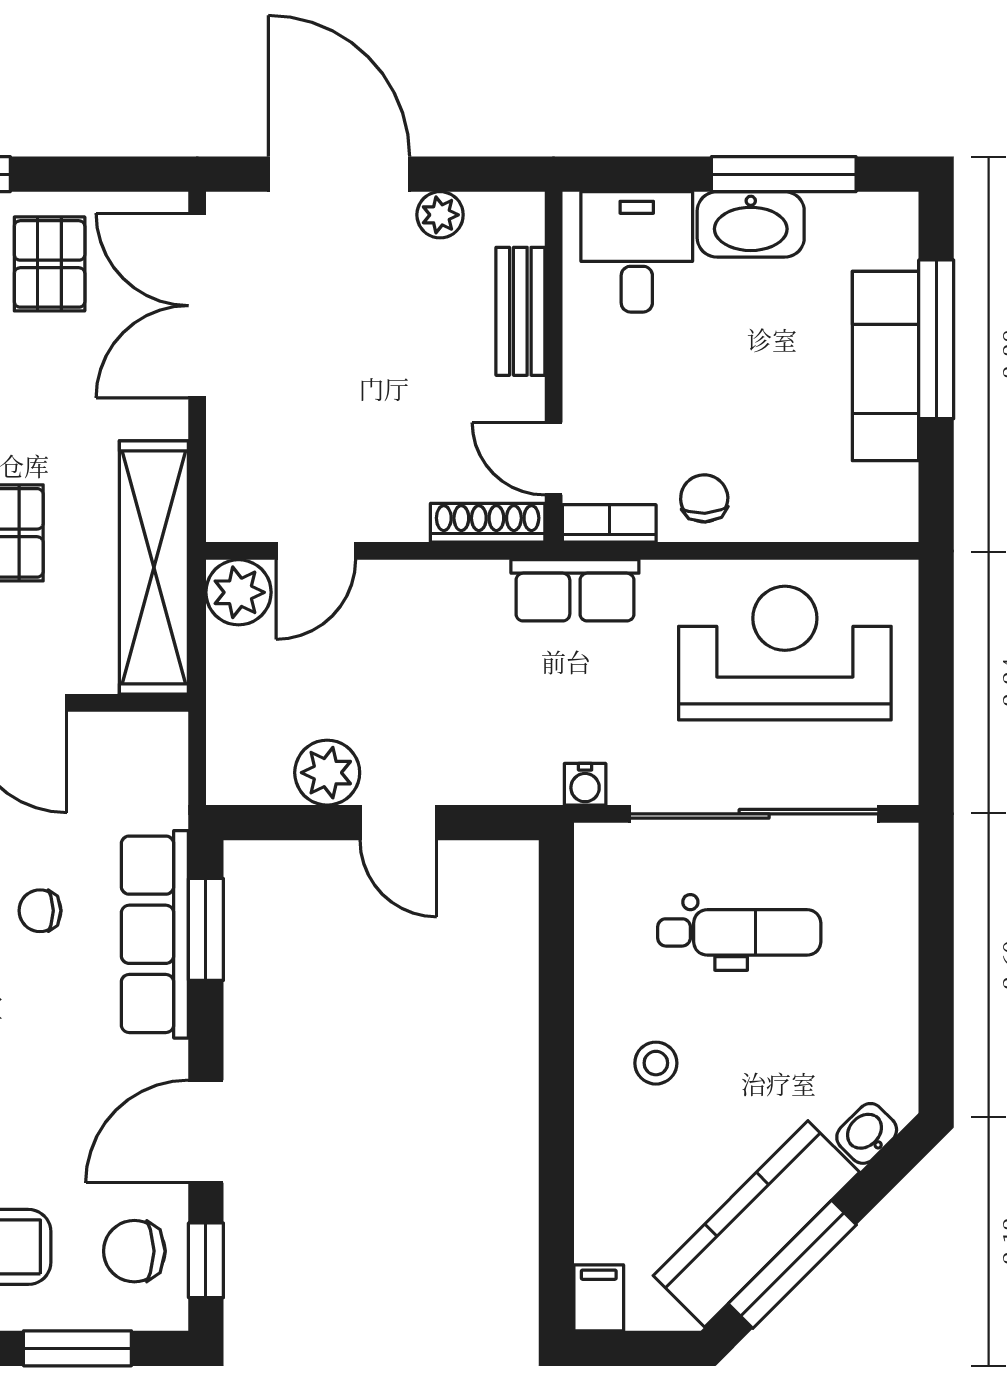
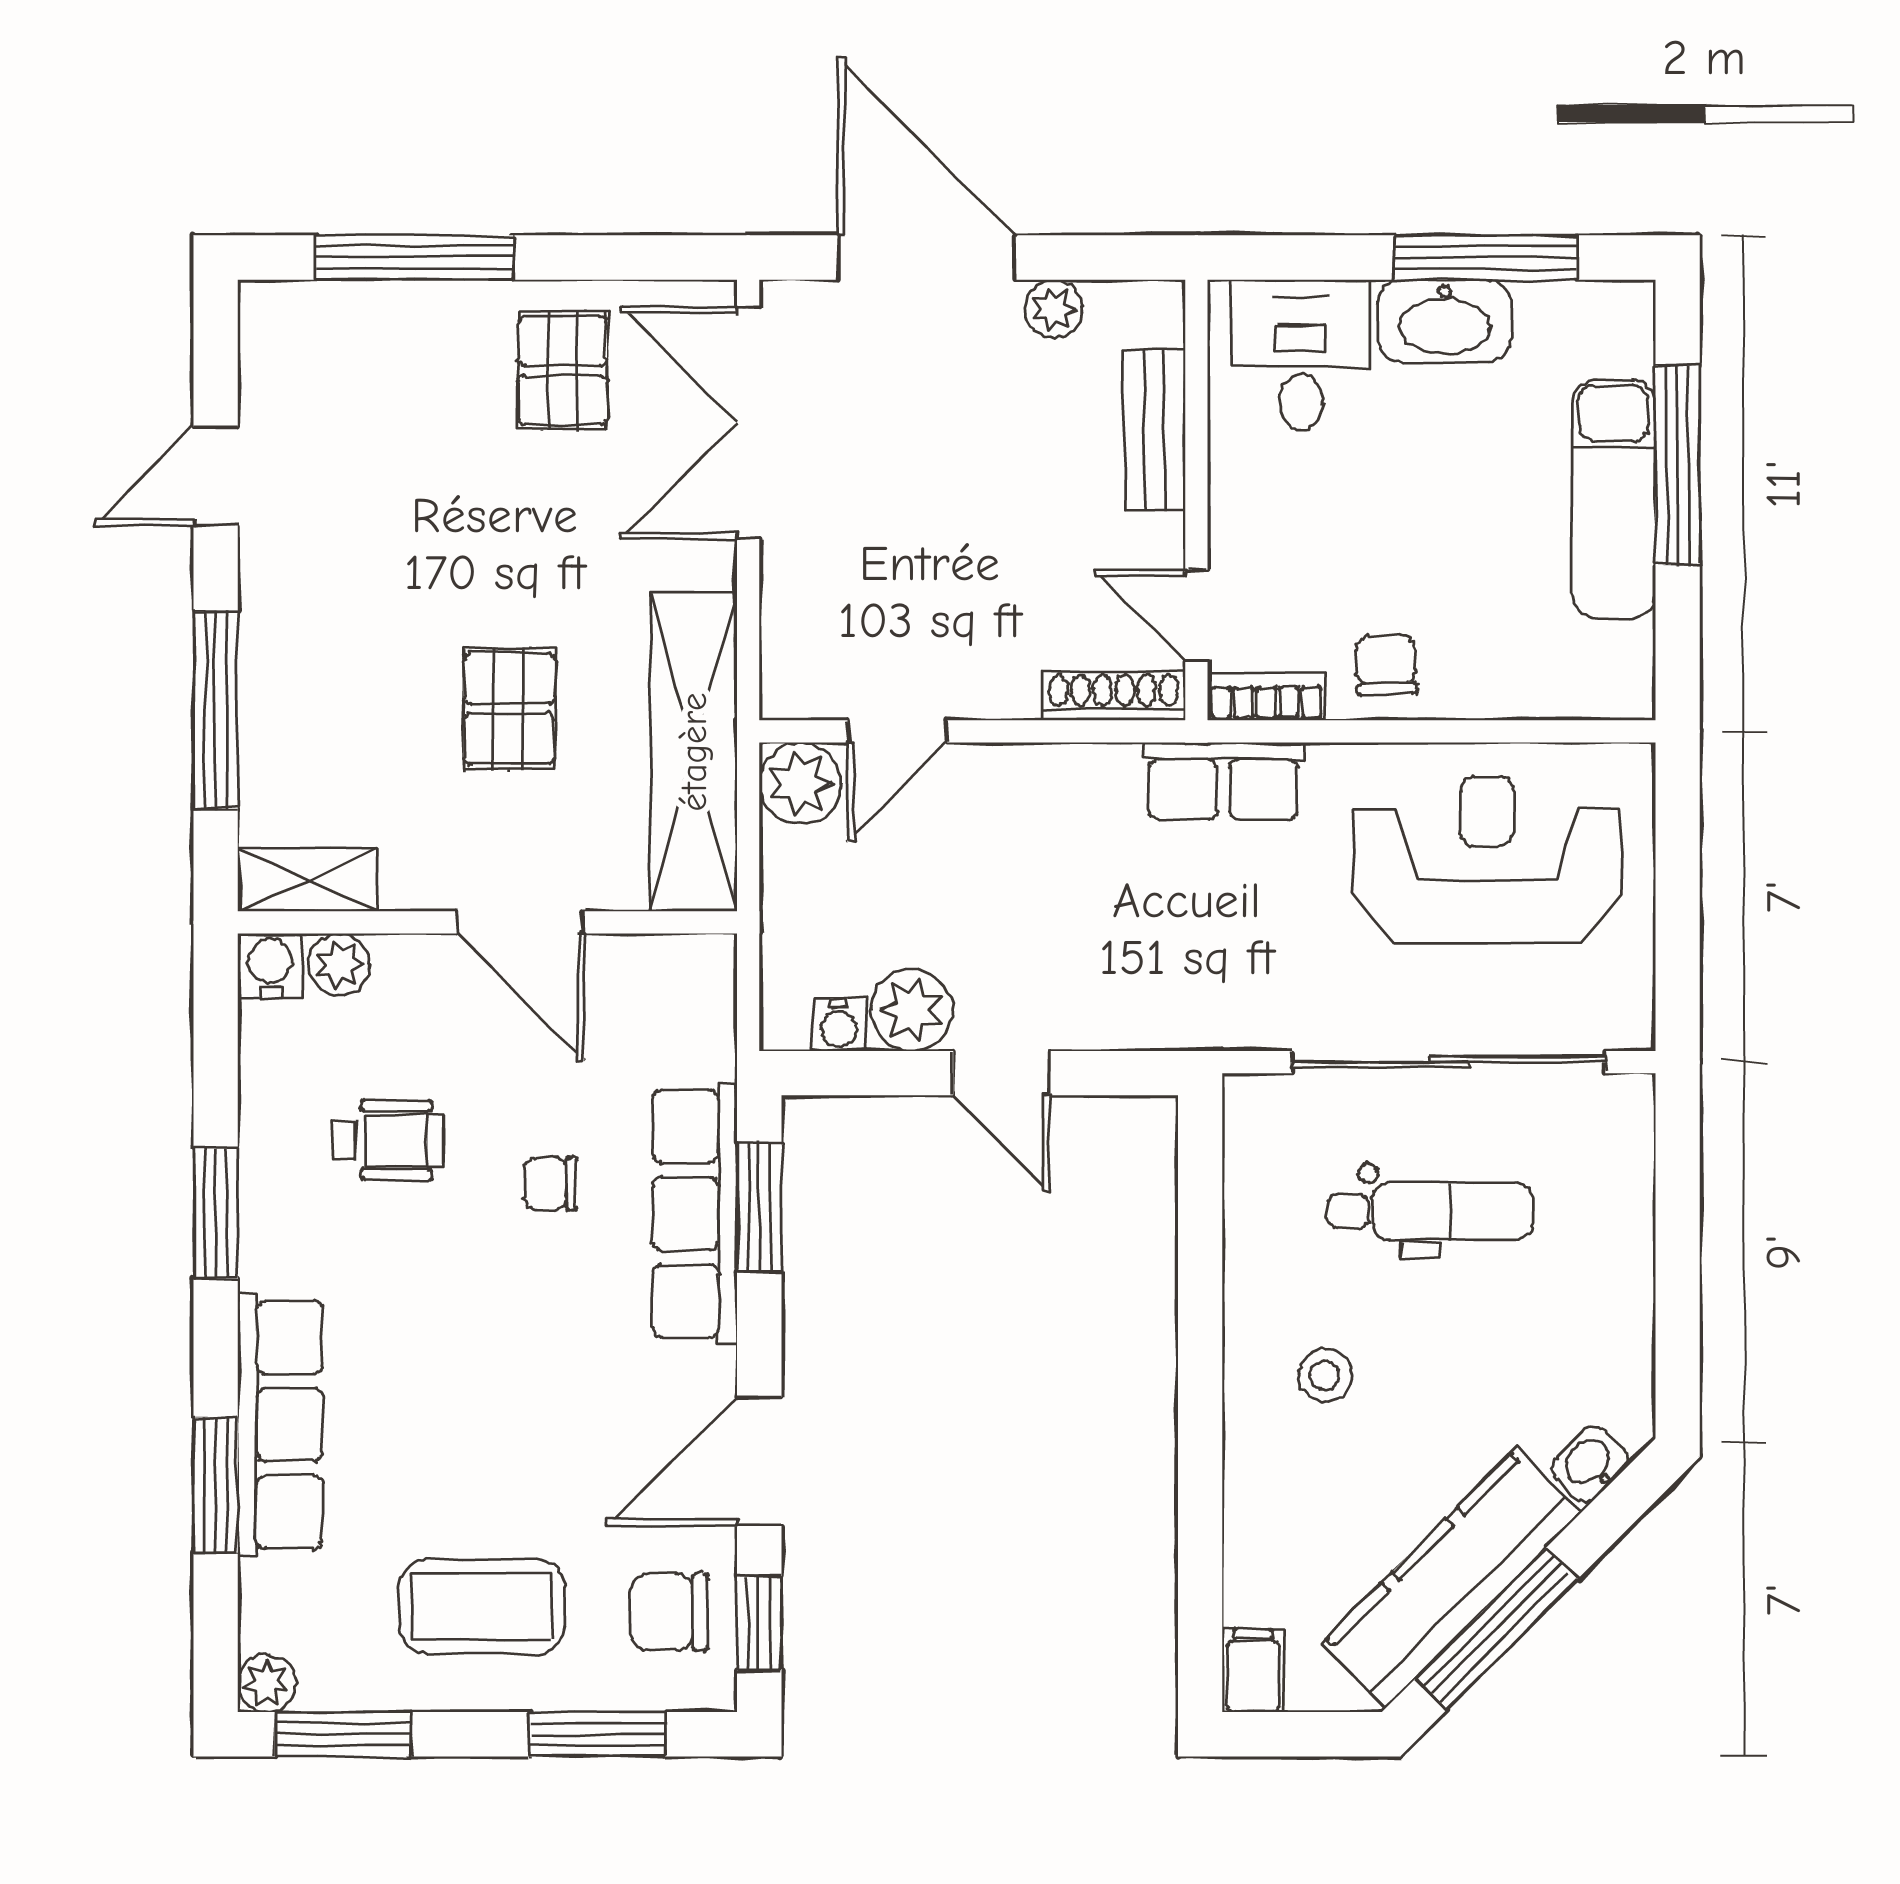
water cooler: (585, 784) -> (839, 1025), moved

